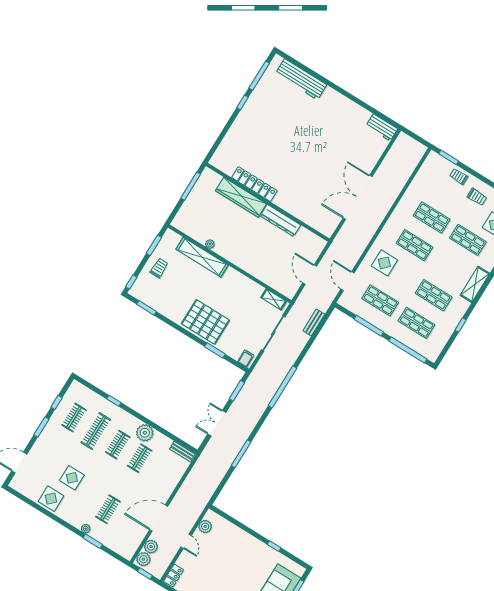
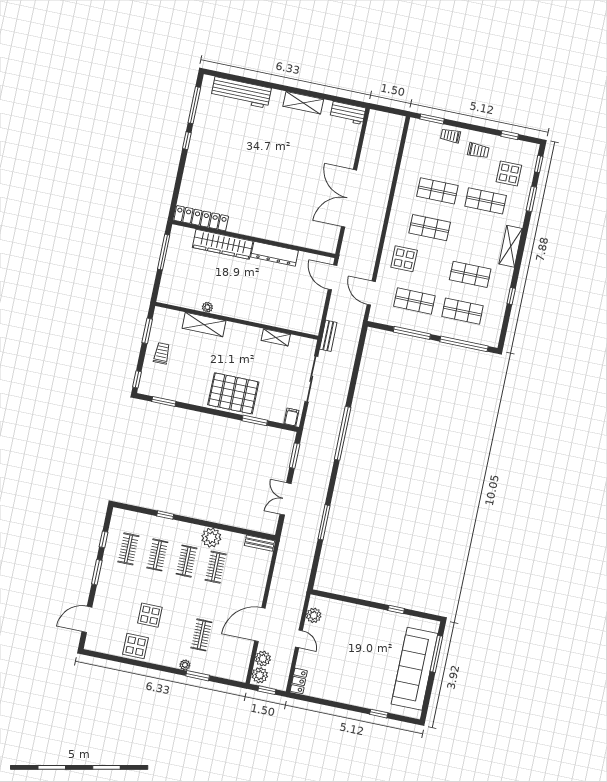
shelving: (349, 106) -> (303, 103), added
locker: (254, 184) -> (201, 218), moved
shelving: (202, 257) -> (204, 325), width x0.68
door: (310, 275) -> (332, 277), moved
shelving: (274, 299) -> (276, 337), moved
bench: (314, 323) -> (328, 336), moved
clothes rail: (96, 431) -> (157, 555), width x0.73

